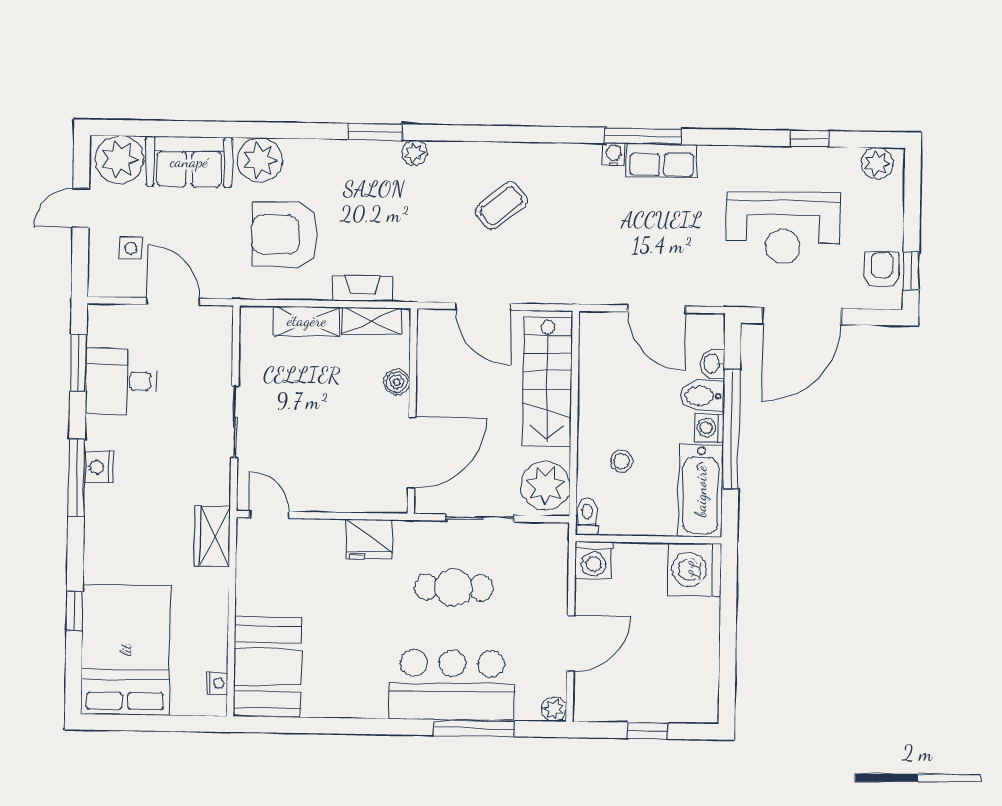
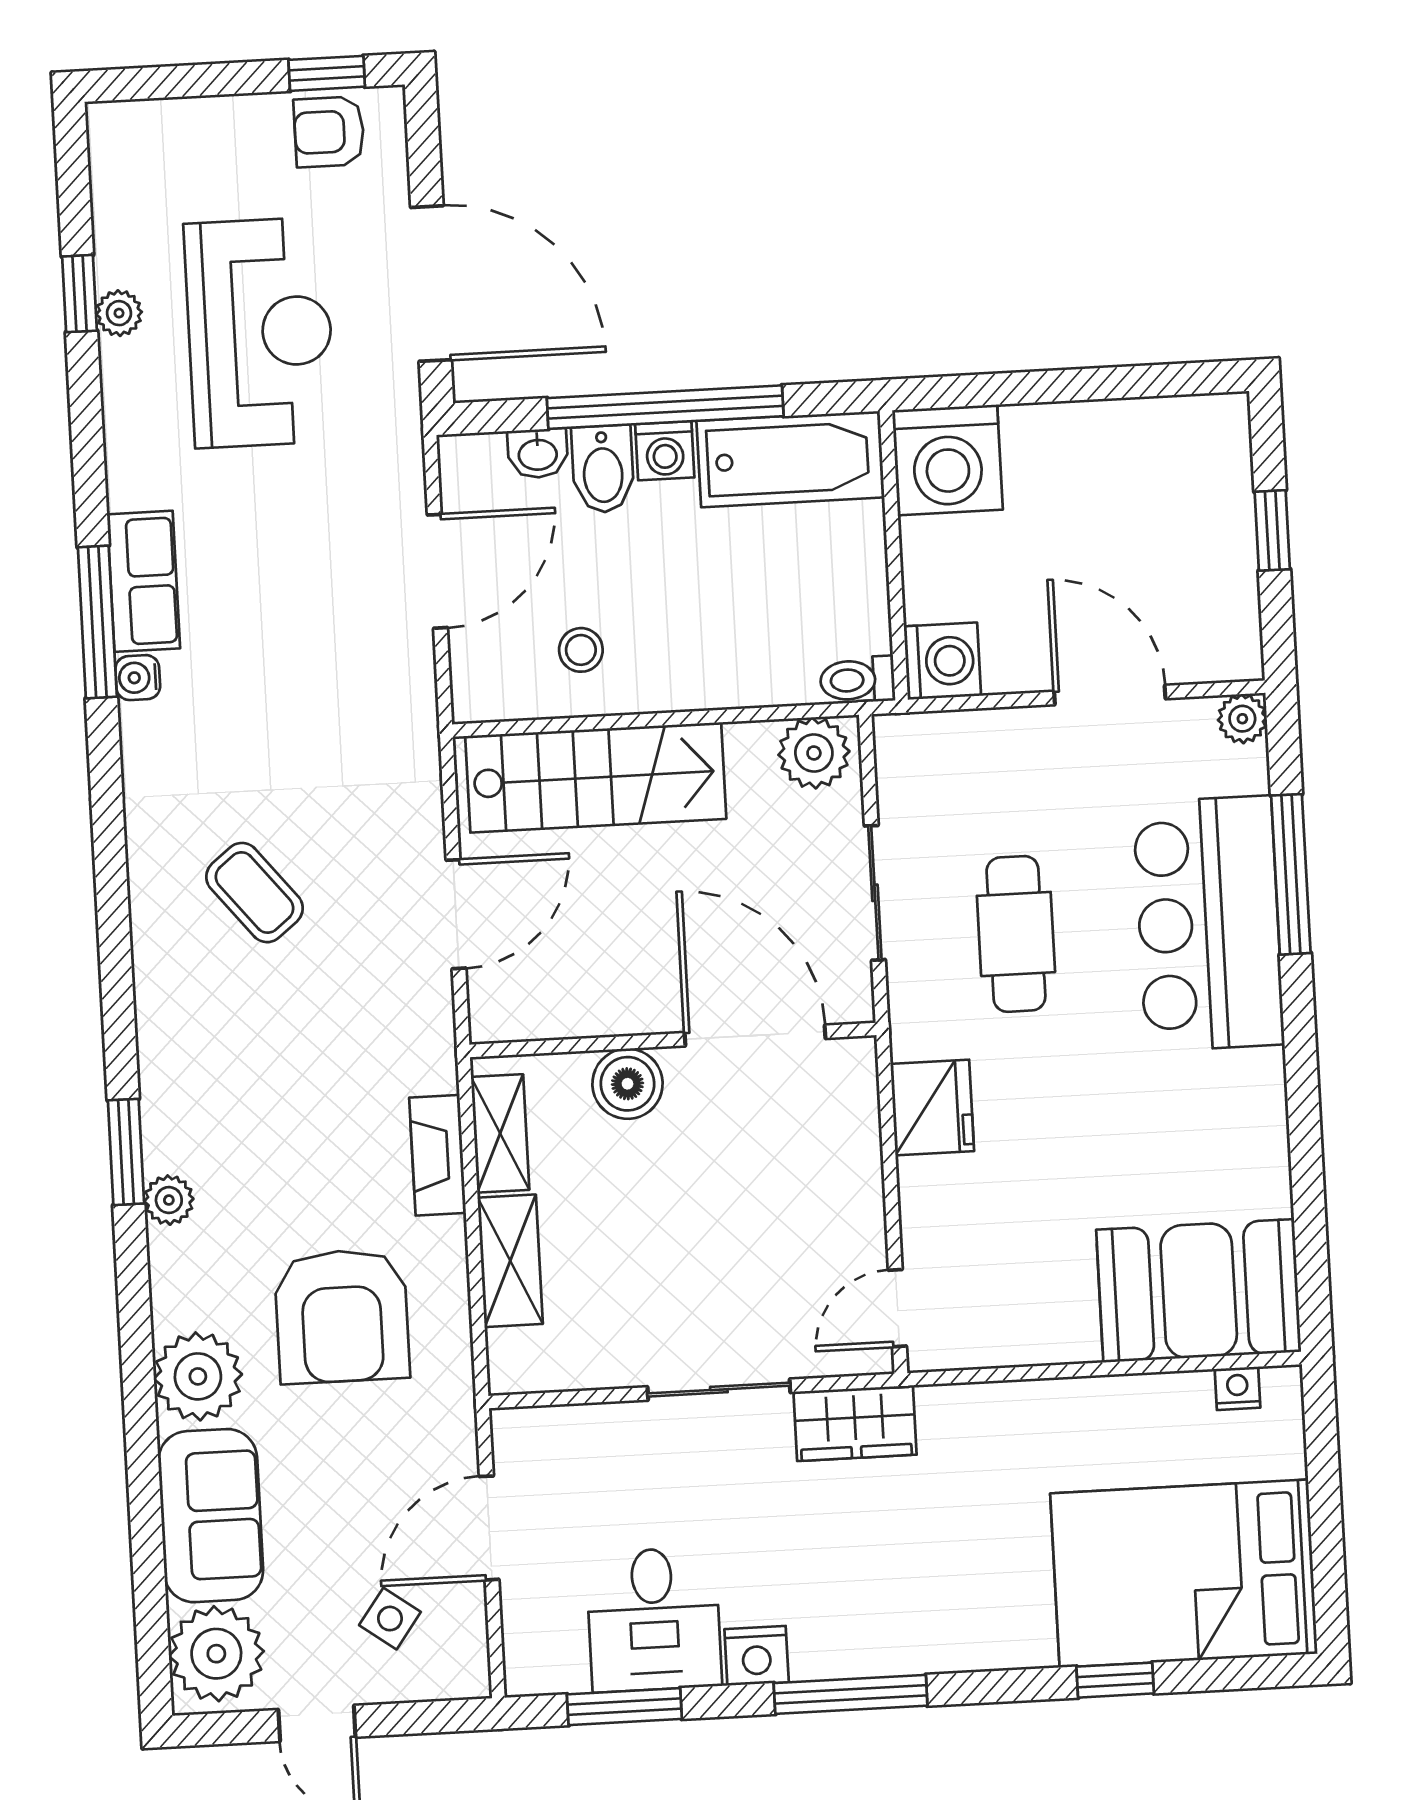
plant: (414, 153) -> (169, 1200), moved
plant: (877, 163) -> (119, 313), moved, width x0.73, depth x0.73
side table: (131, 248) -> (390, 1619), turned 36
boiler: (397, 382) -> (627, 1084), width x1.36, depth x1.36
stool: (622, 461) -> (581, 650), moved
nightstand: (99, 467) -> (757, 1656), moved
plant: (545, 486) -> (814, 753), width x0.73, depth x0.73
wardrobe: (212, 536) -> (855, 1423), moved

